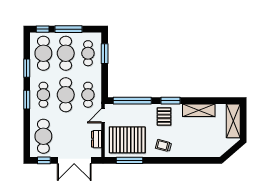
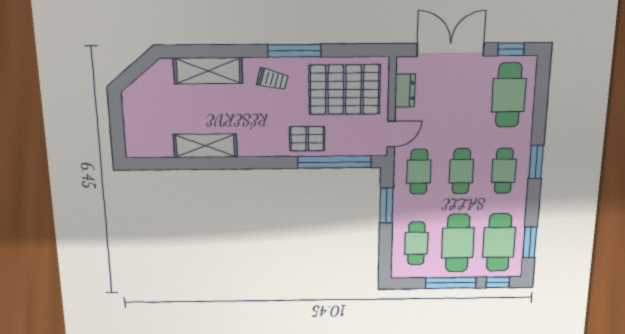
window: (105, 54) -> (386, 205), moved
window: (27, 68) -> (530, 242), moved
cafe table: (66, 95) -> (461, 171), width x0.73, depth x0.74
window: (170, 101) -> (261, 163), removed
pallet: (164, 116) -> (307, 139), moved, turned 90
shelving: (233, 121) -> (208, 71), moved, turned 90
window: (129, 160) -> (294, 51), moved

